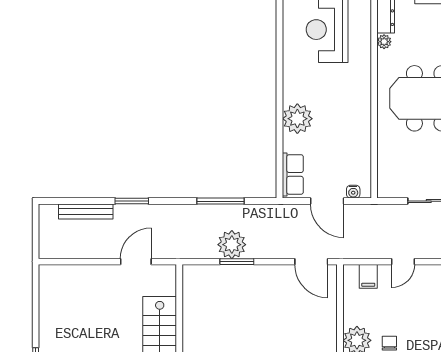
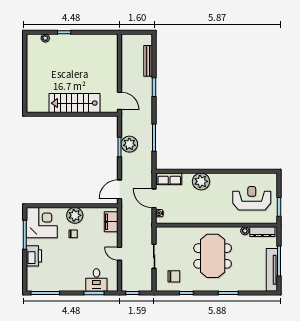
door: (327, 201) -> (154, 198), hinge flipped
door: (136, 262) -> (120, 101), moved
door: (403, 262) -> (120, 254), moved
filing cabinet: (368, 276) -> (111, 222), width x2.00

